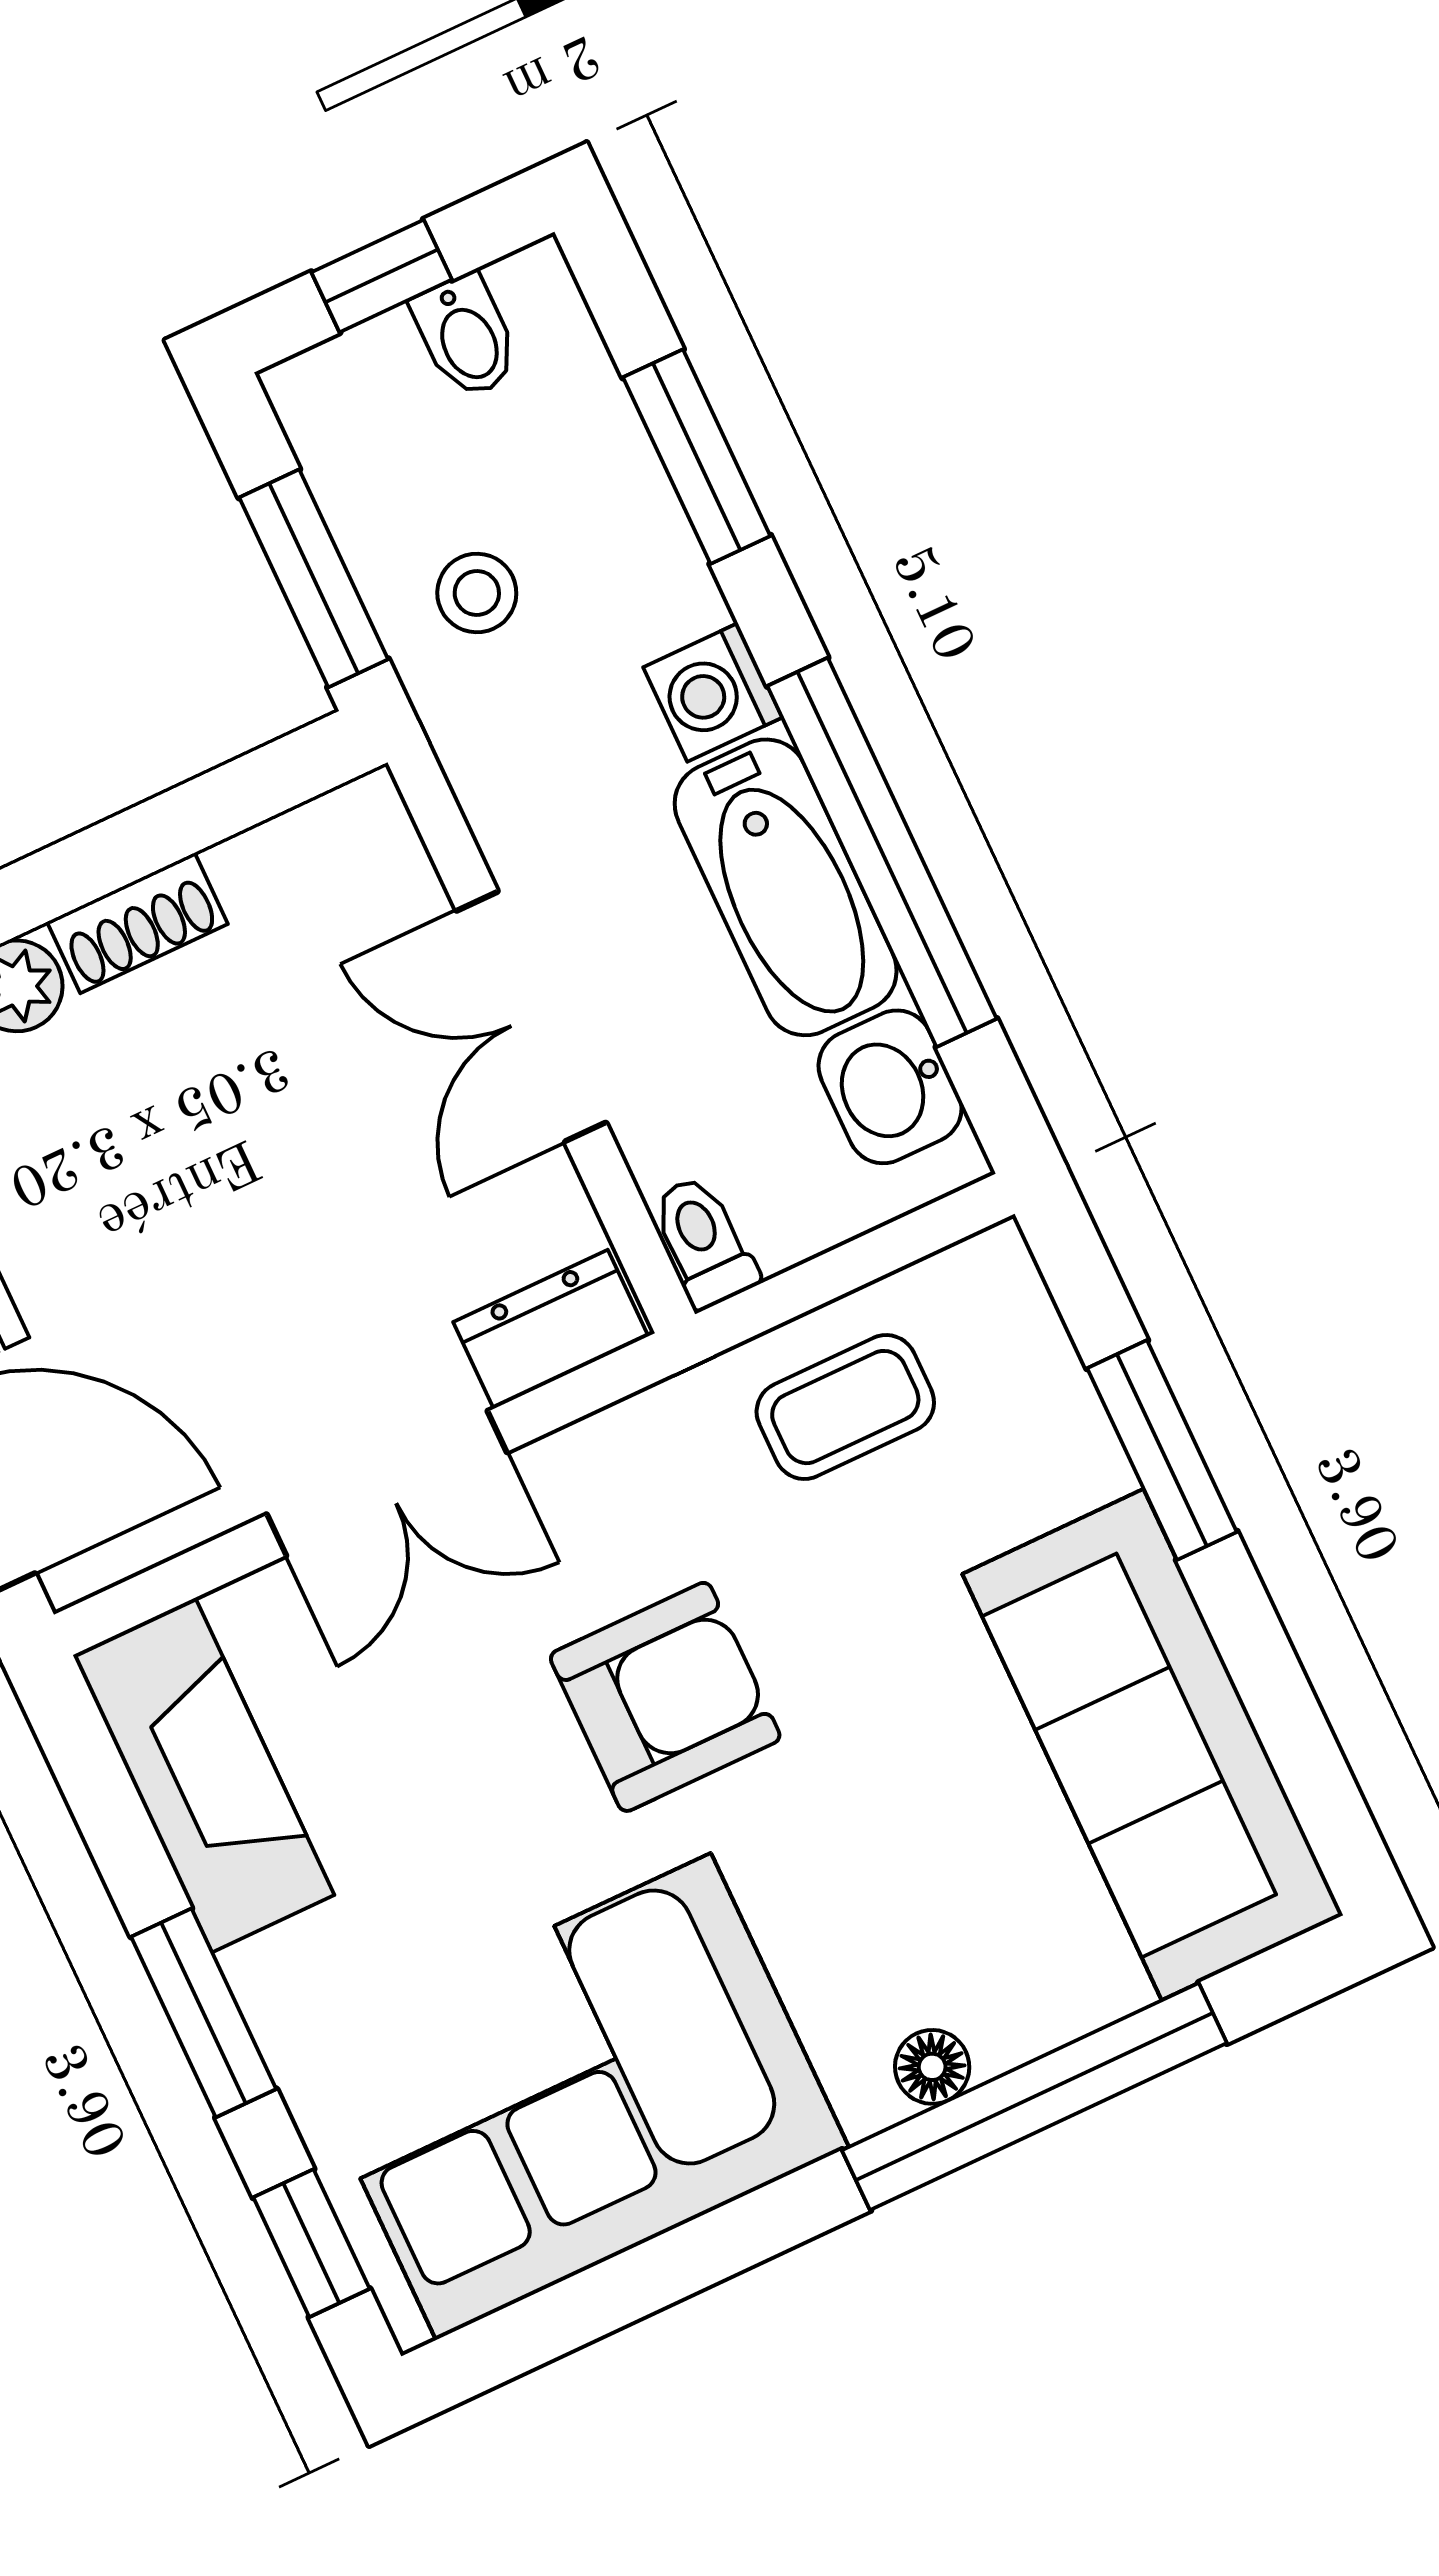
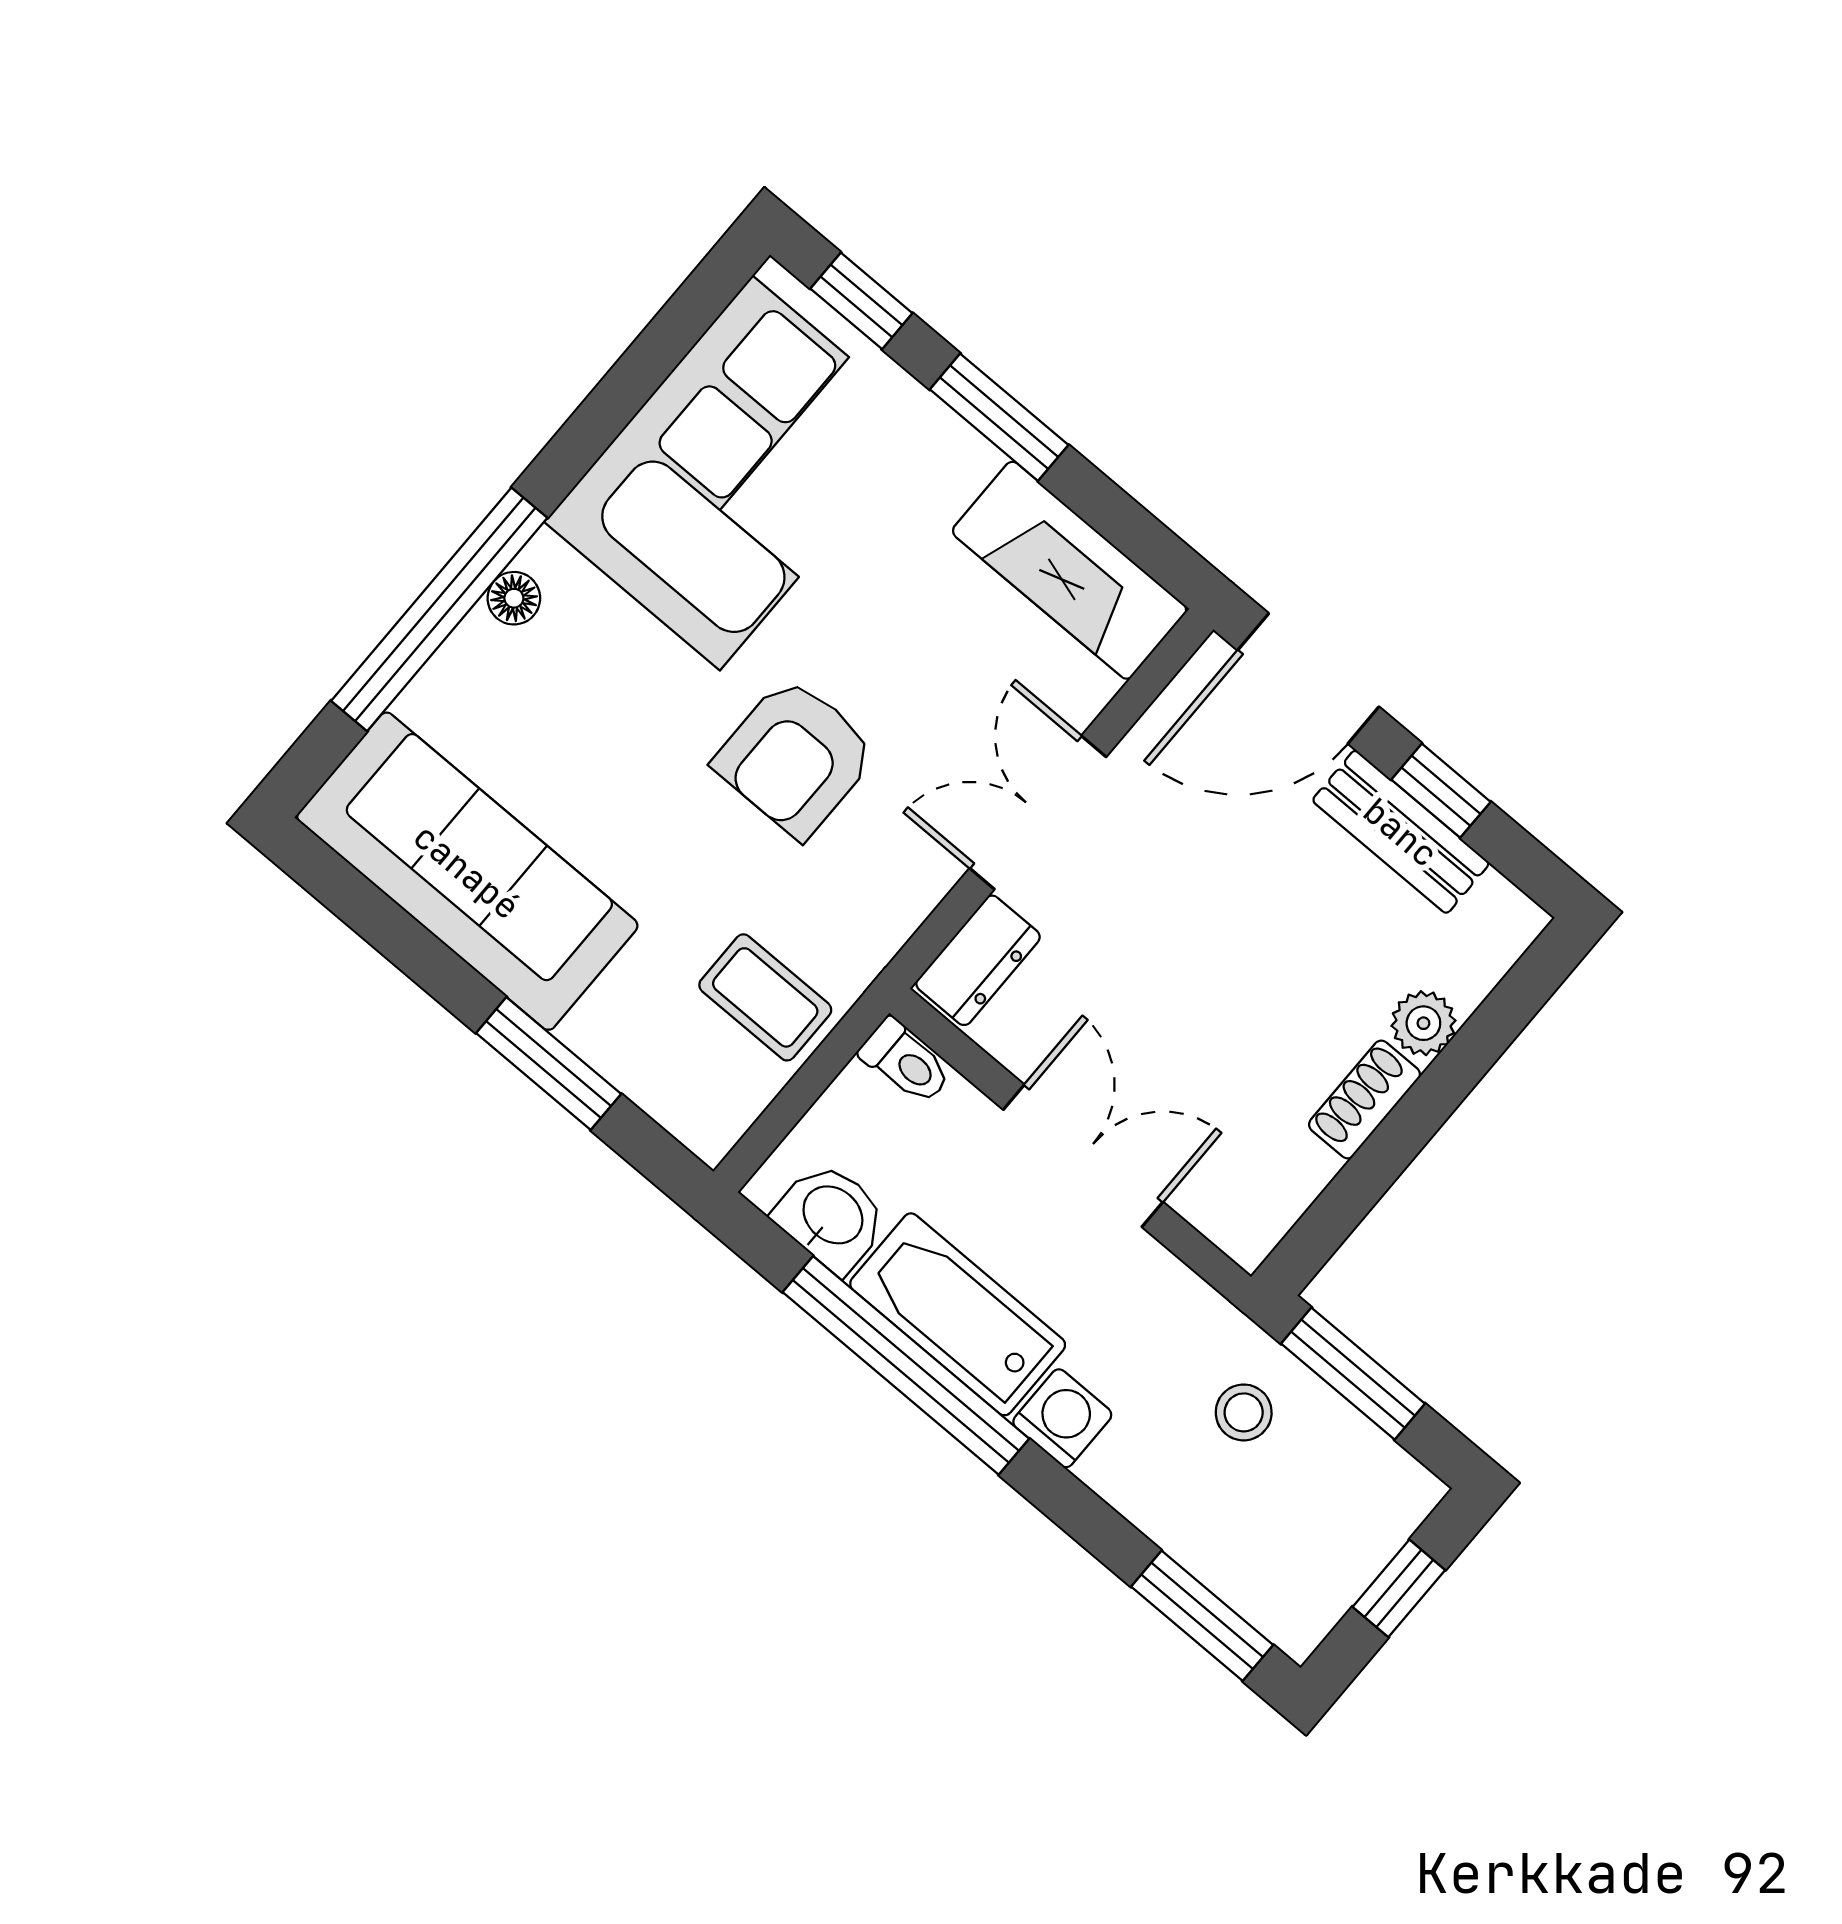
bidet: (466, 336) -> (1327, 1575), removed
window: (697, 457) -> (1202, 1616), moved
coffee table: (845, 1407) -> (765, 997), turned 90

